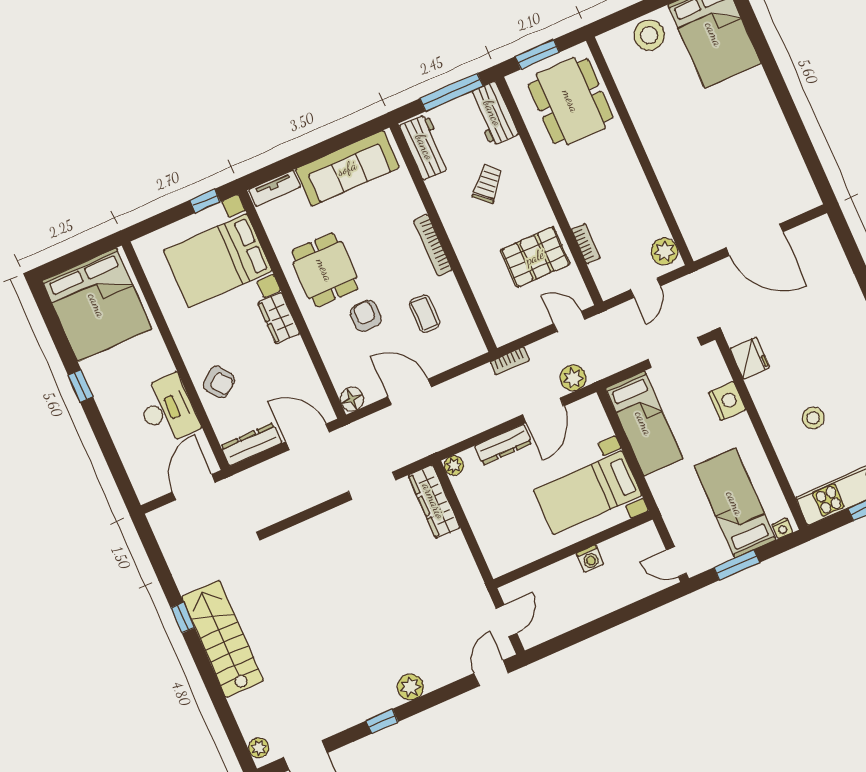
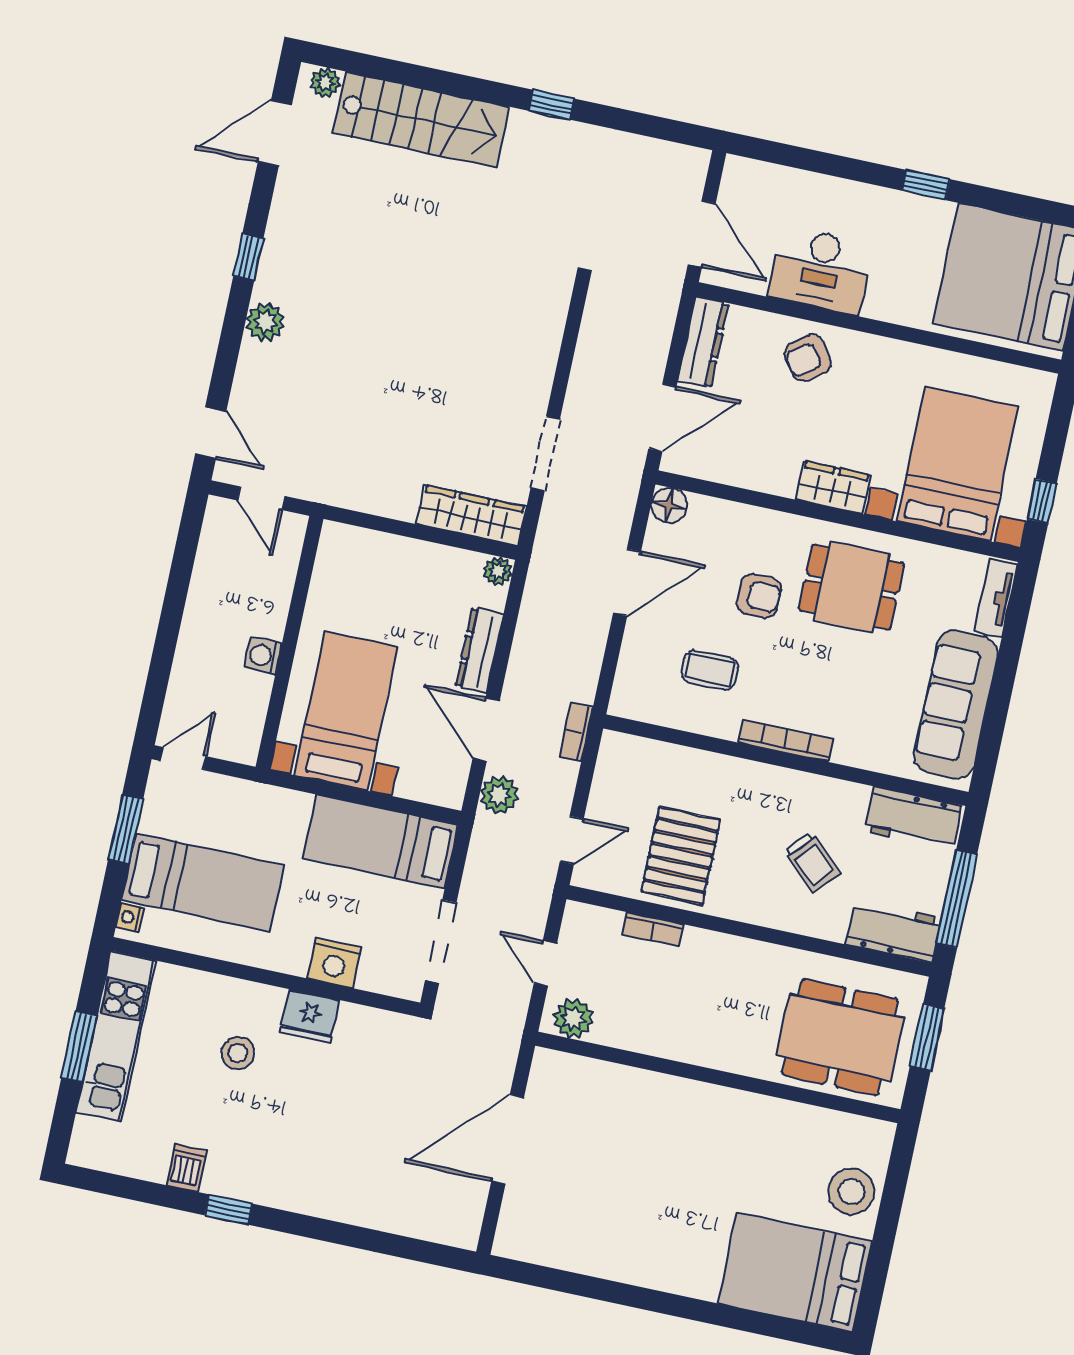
fridge: (750, 358) -> (310, 1016), moved
stairs: (222, 639) -> (421, 120), moved

